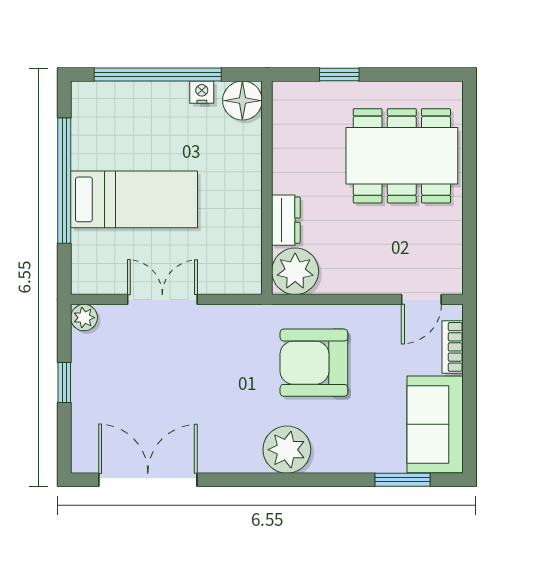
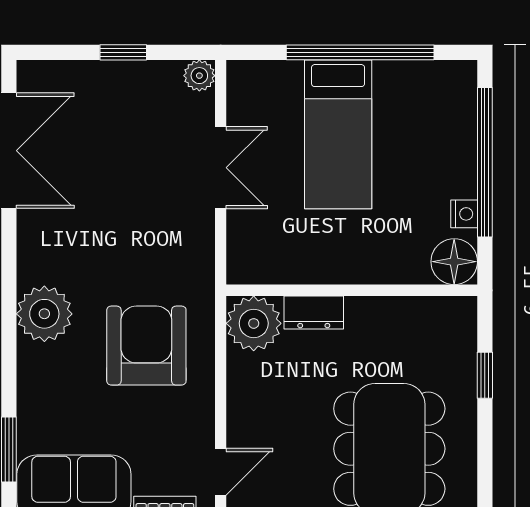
door: (421, 299) -> (221, 472), swing flipped

